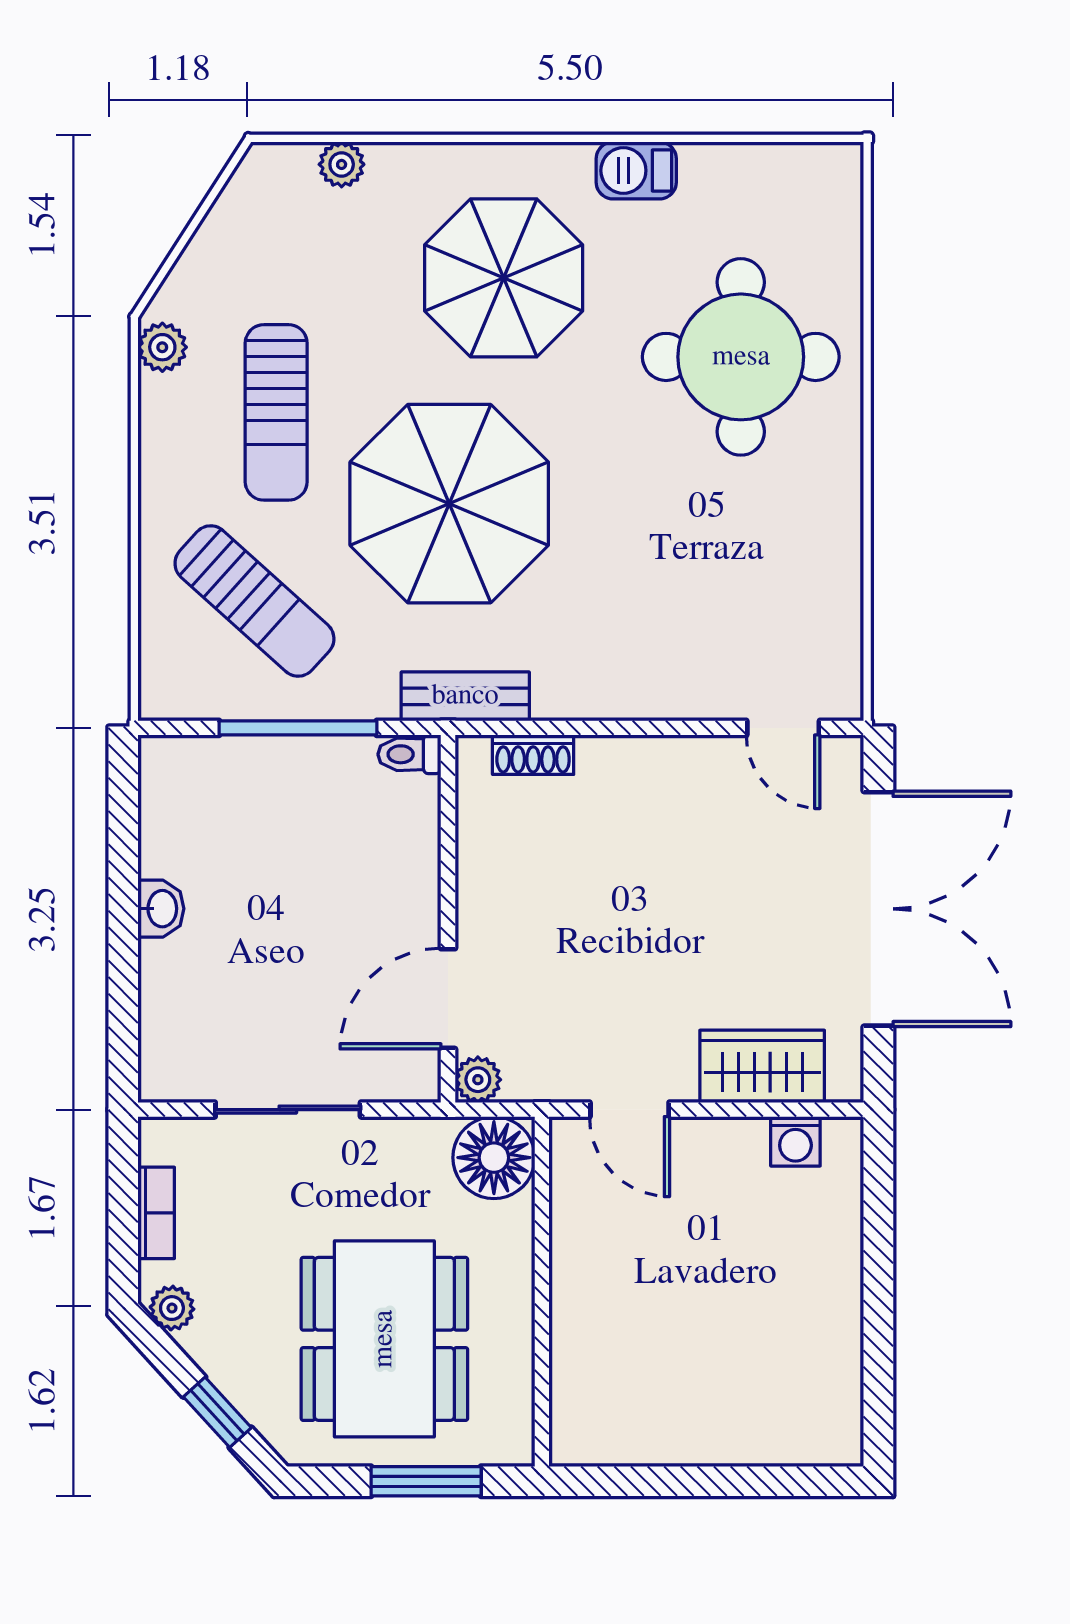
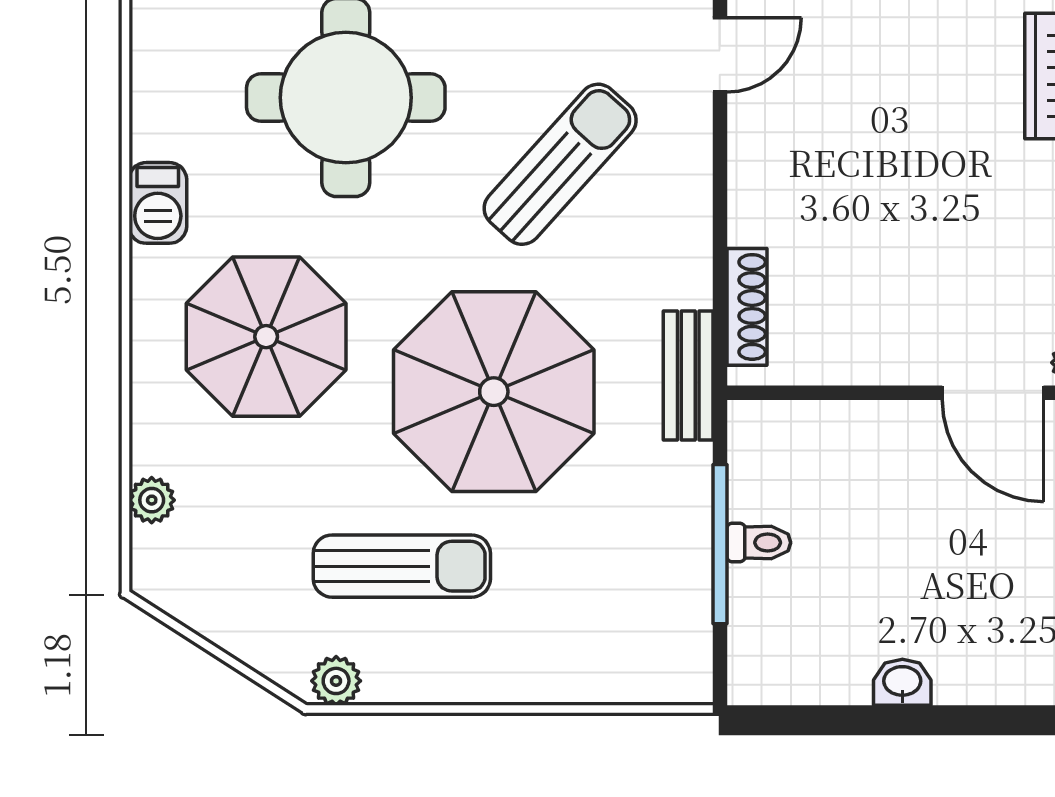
sun lounger: (254, 601) -> (560, 164), moved
toilet: (409, 754) -> (759, 543), moved, turned -90
shoe rack: (533, 755) -> (747, 307), width x1.43

